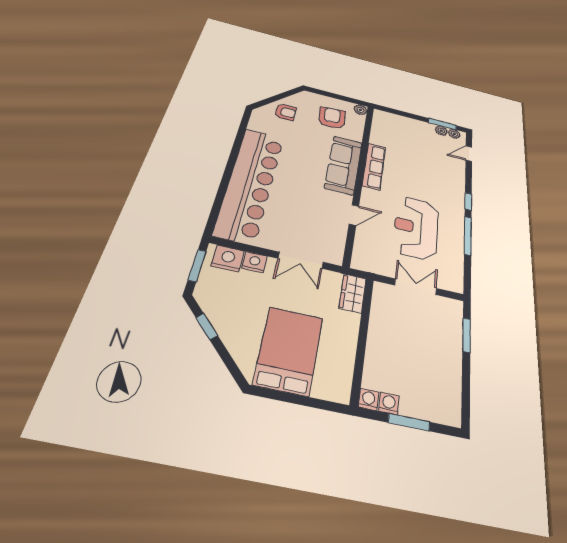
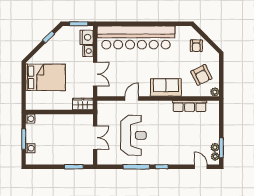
armchair: (332, 118) -> (201, 75), turned 69
sofa: (344, 165) -> (166, 87), width x0.73
row of seats: (374, 166) -> (190, 106), moved
door: (354, 215) -> (132, 98), swing flipped
reception desk: (416, 227) -> (133, 135), turned 90
double door: (301, 260) -> (95, 74), swing flipped
washing machine: (389, 404) -> (30, 148), moved

